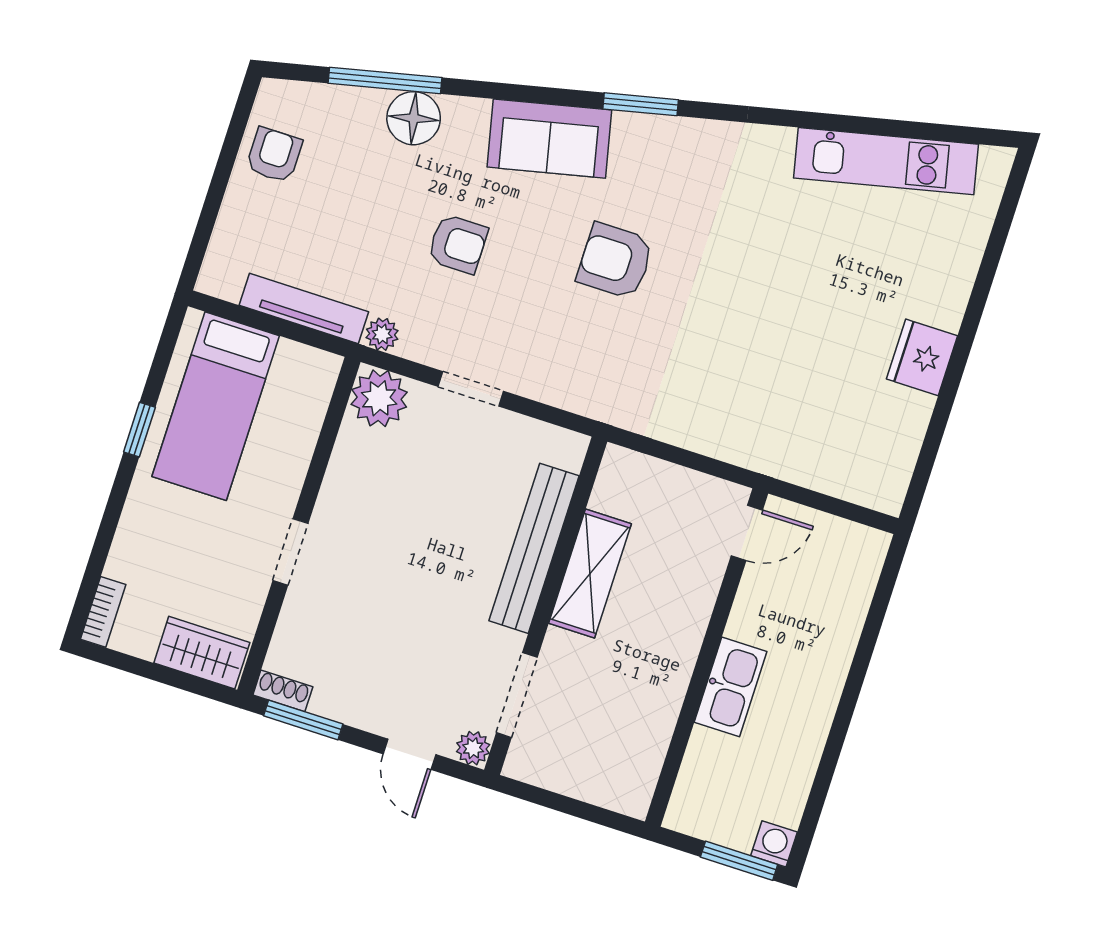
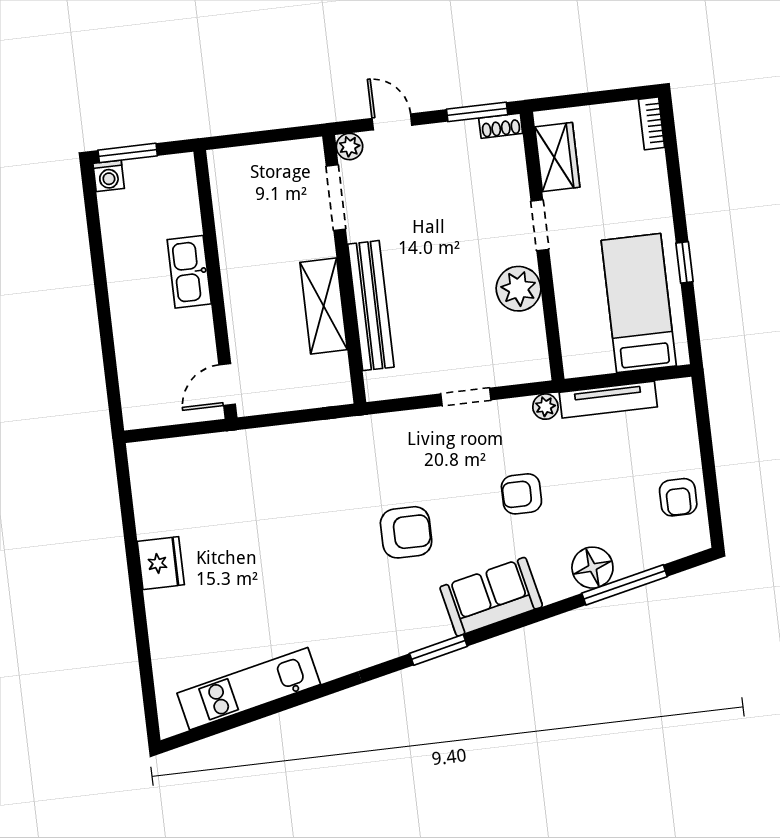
plant: (379, 398) -> (518, 289), moved
wardrobe: (202, 653) -> (557, 157), moved, turned -90

